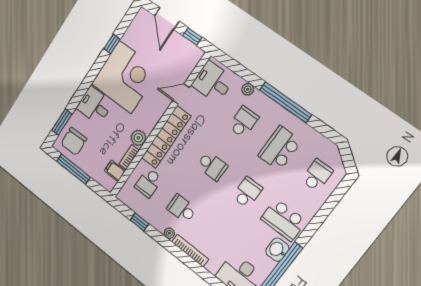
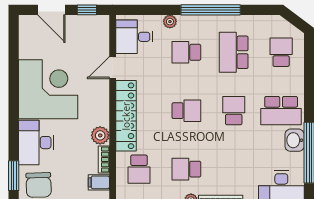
window: (112, 44) -> (14, 68), removed
desk: (95, 106) -> (36, 143), width x1.37
school desk: (243, 122) -> (186, 52), turned -90

